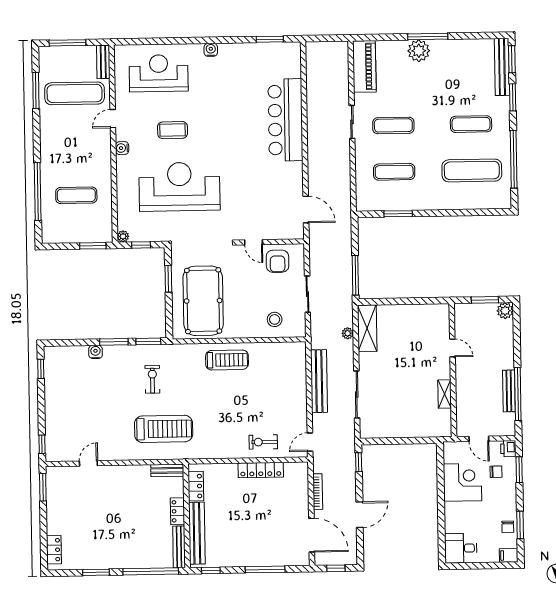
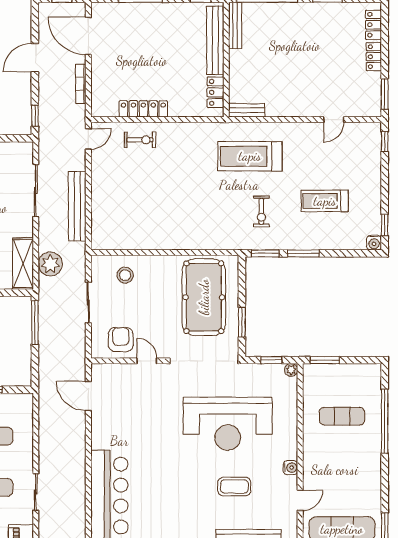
plant: (348, 333) -> (50, 264), width x1.87, depth x1.87
water cooler: (96, 352) -> (374, 243), moved
treadmill: (227, 360) -> (325, 201), moved
locker: (177, 511) -> (374, 57), moved, turned 180

